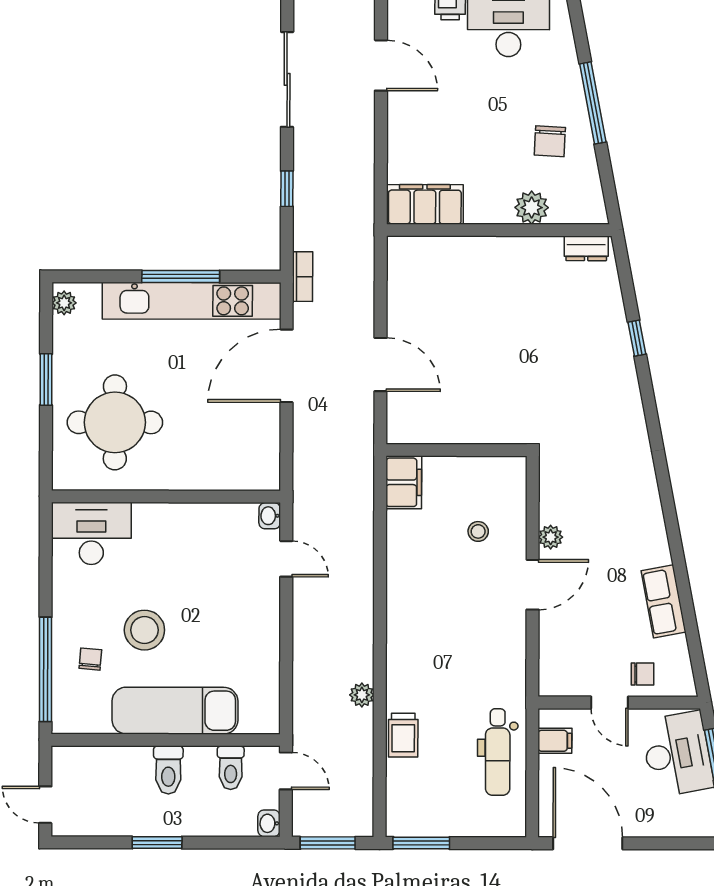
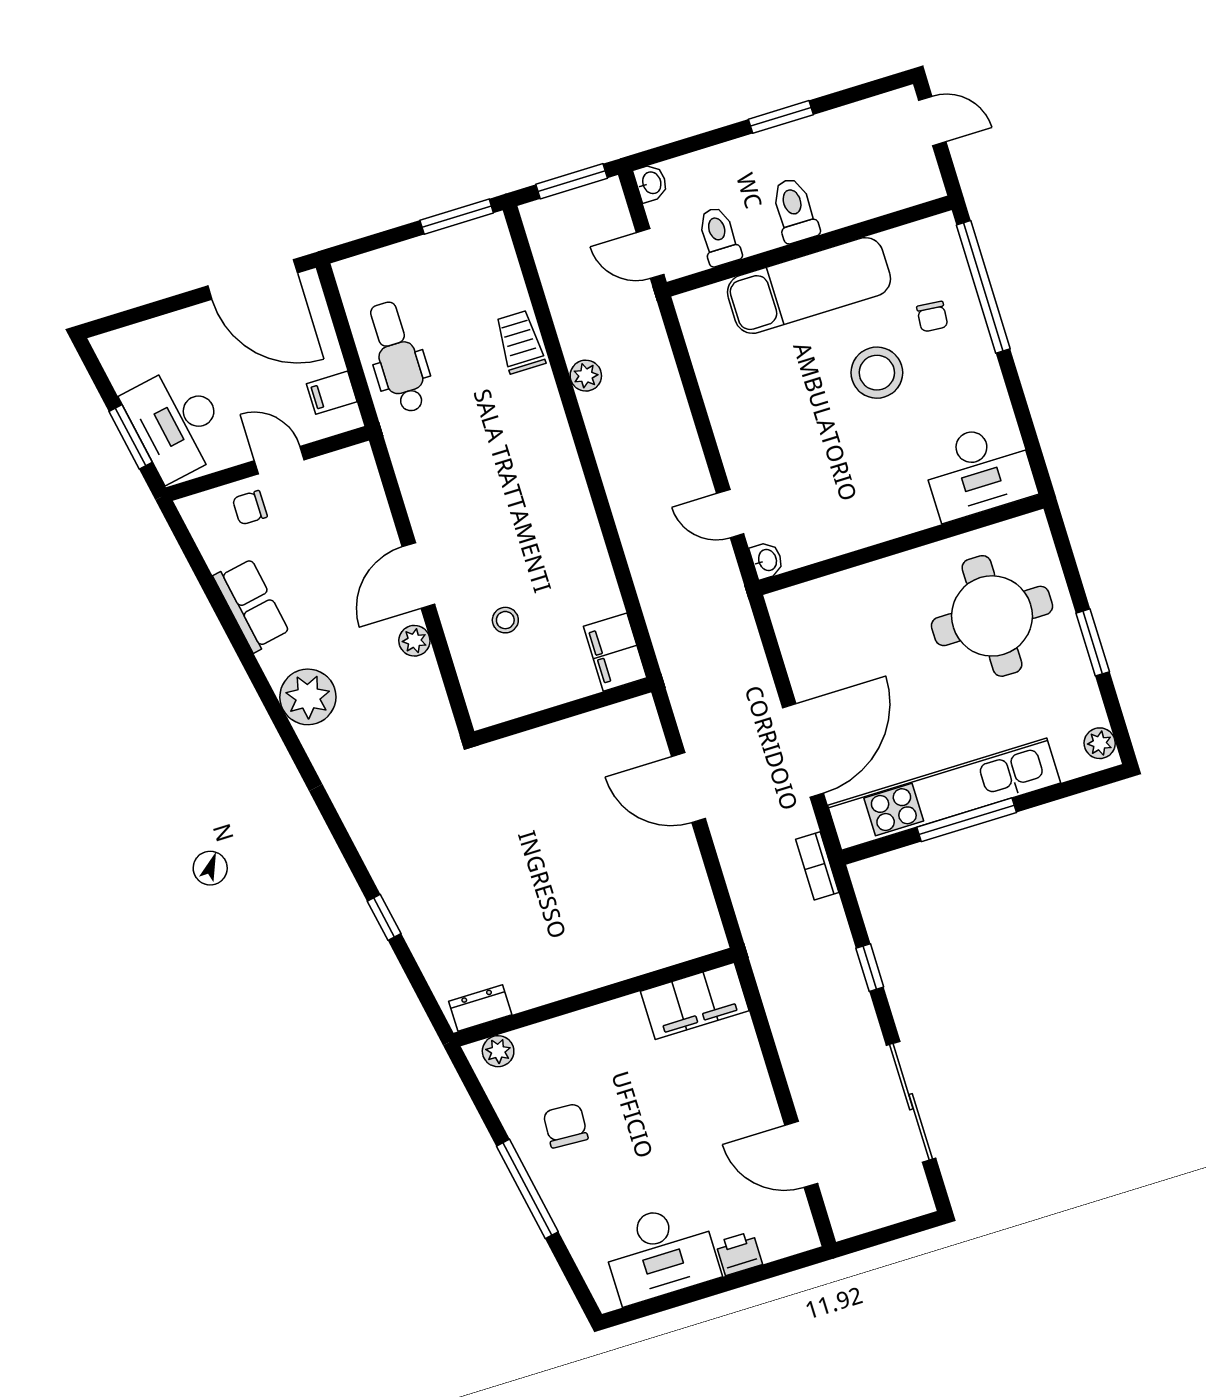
plant: (532, 208) -> (498, 1051), moved, width x0.73, depth x0.73
plant: (643, 520) -> (308, 697), added

